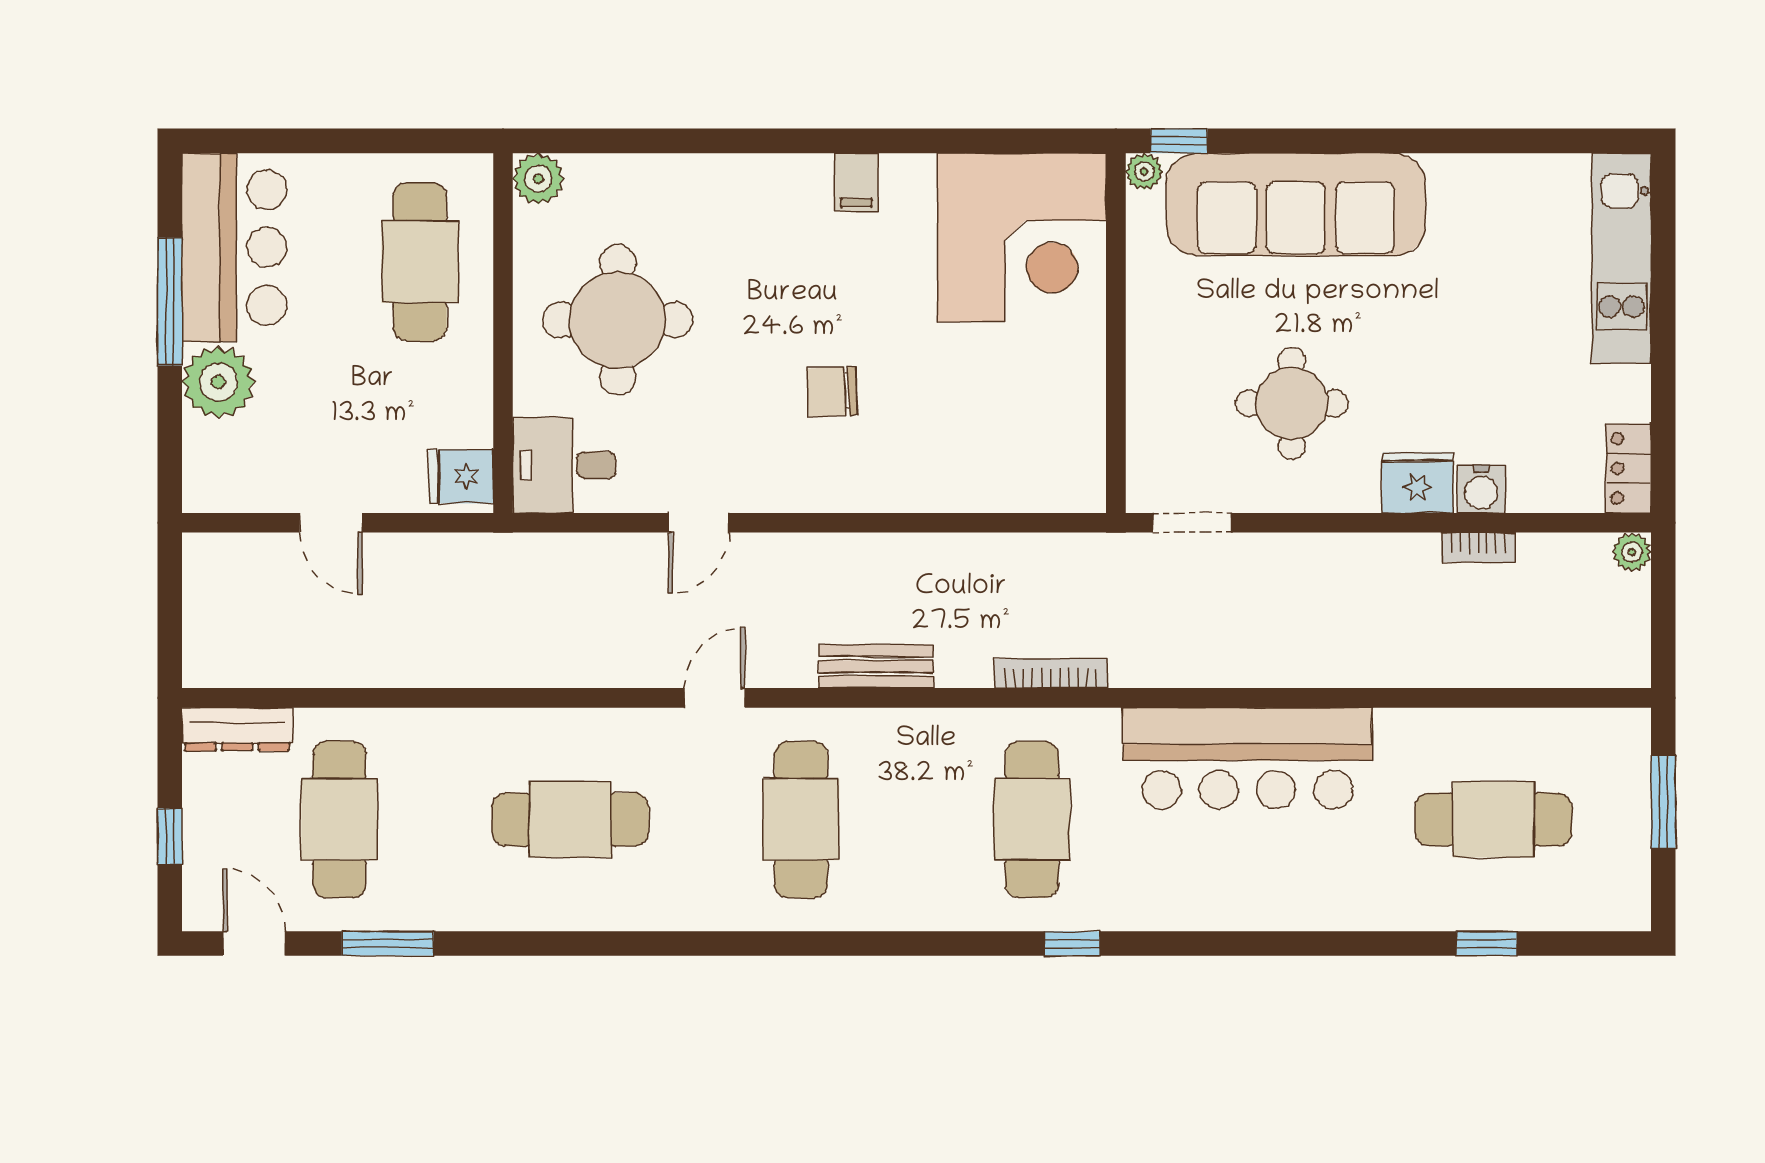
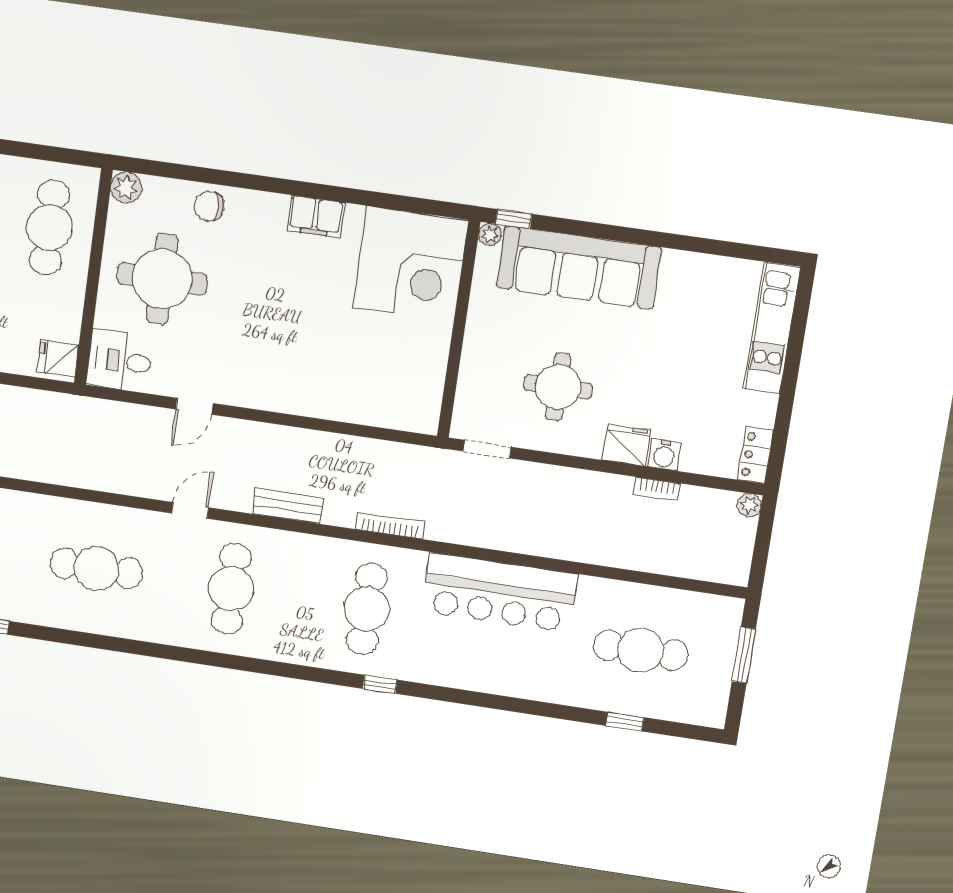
filing cabinet: (856, 182) -> (316, 216), width x2.00
chair: (832, 392) -> (209, 206), moved

